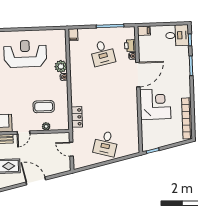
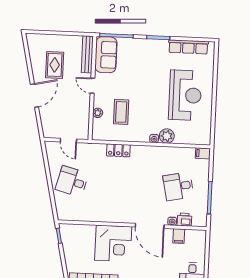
filing cabinet: (144, 31) -> (179, 236), moved
locker: (77, 117) -> (118, 150), moved
door: (71, 149) -> (68, 140), swing flipped

